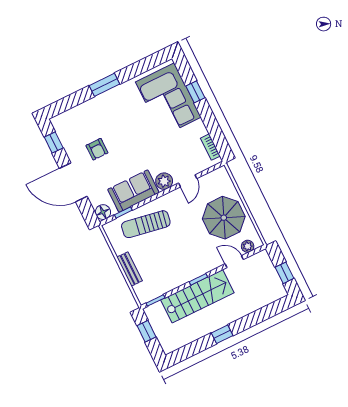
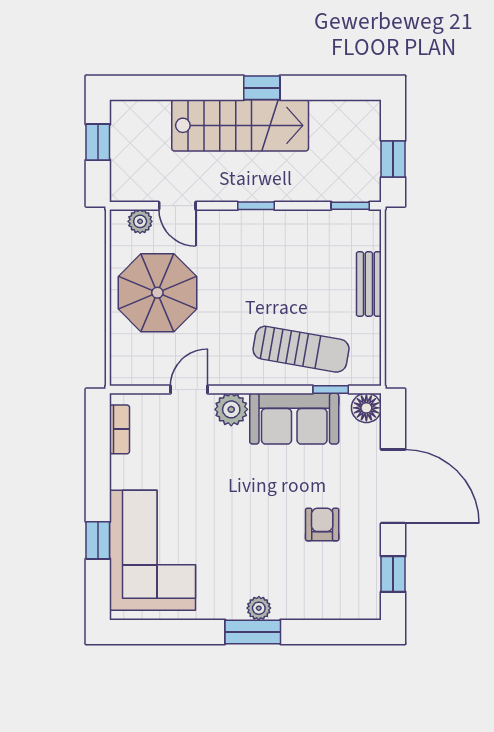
plant: (107, 97) -> (259, 608), added
stairs: (197, 296) -> (240, 125), moved, turned 180

